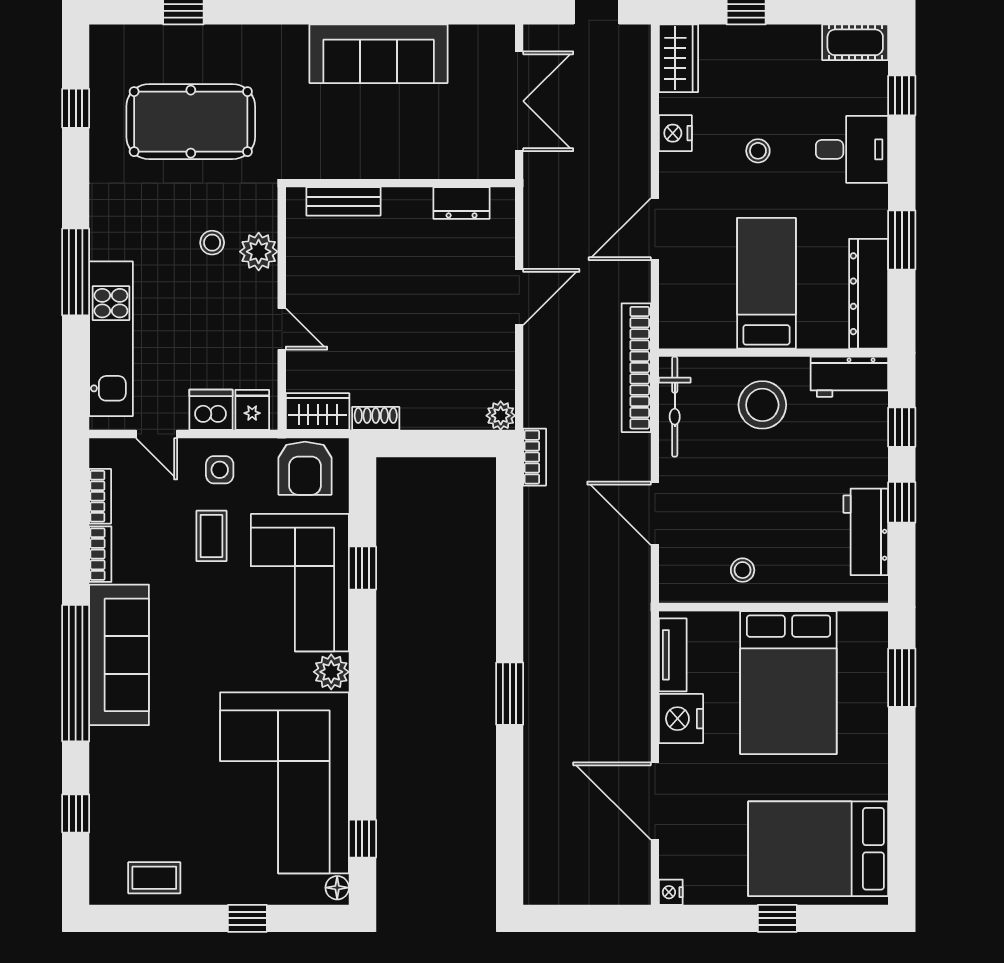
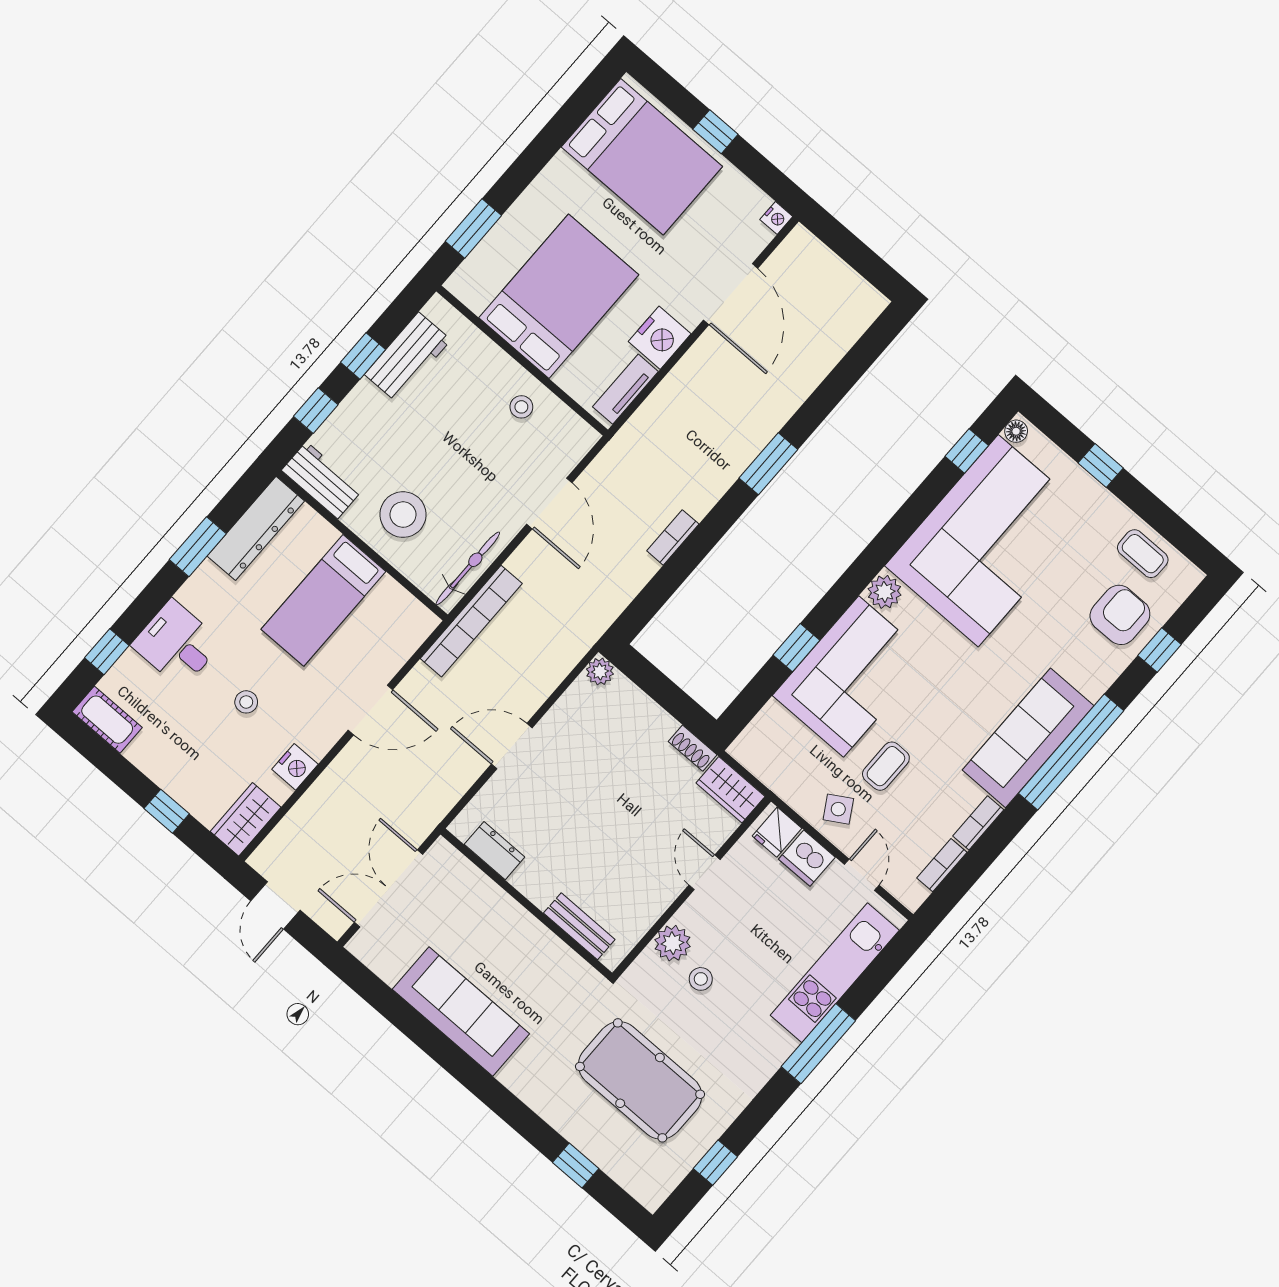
bookcase: (535, 457) -> (673, 537), moved
armchair: (305, 468) -> (1120, 615), moved
side table: (220, 470) -> (838, 809), turned -31

